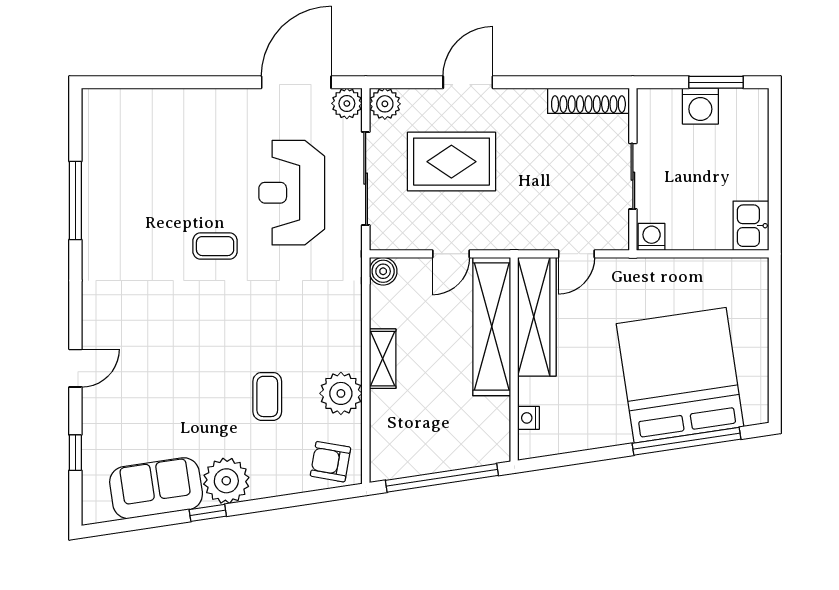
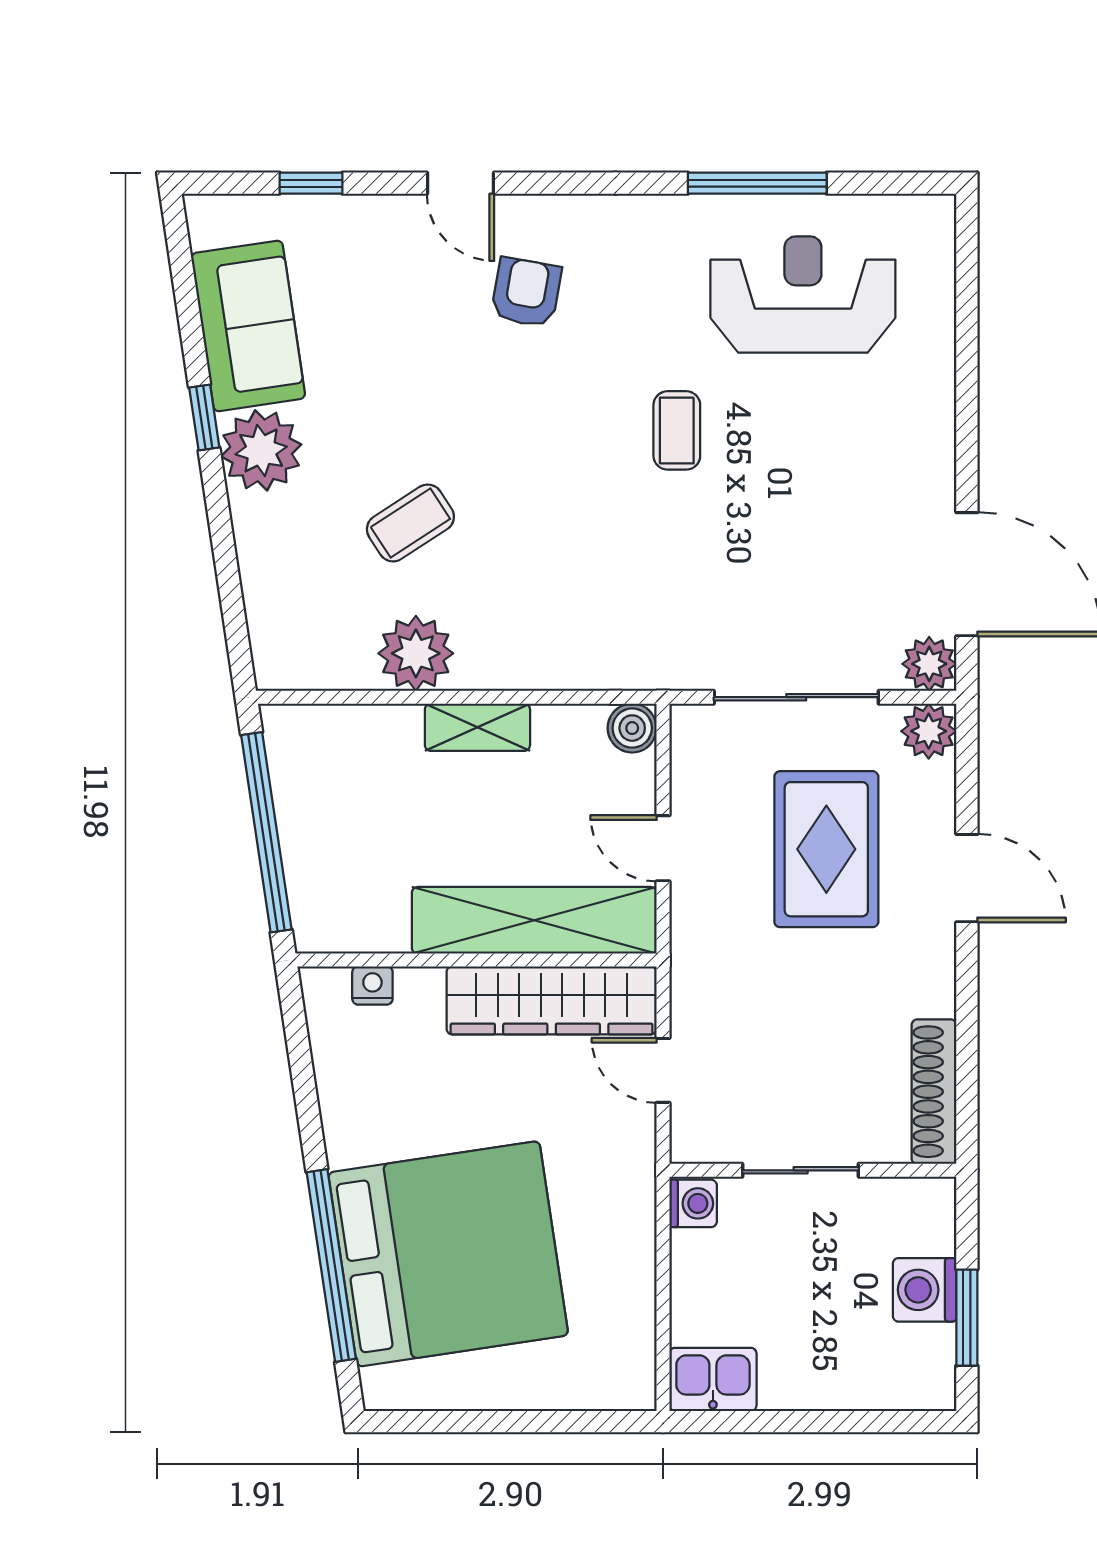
reception desk: (292, 193) -> (803, 295), moved
coffee table: (267, 396) -> (410, 523), turned -33
armchair: (330, 462) -> (526, 292), moved

